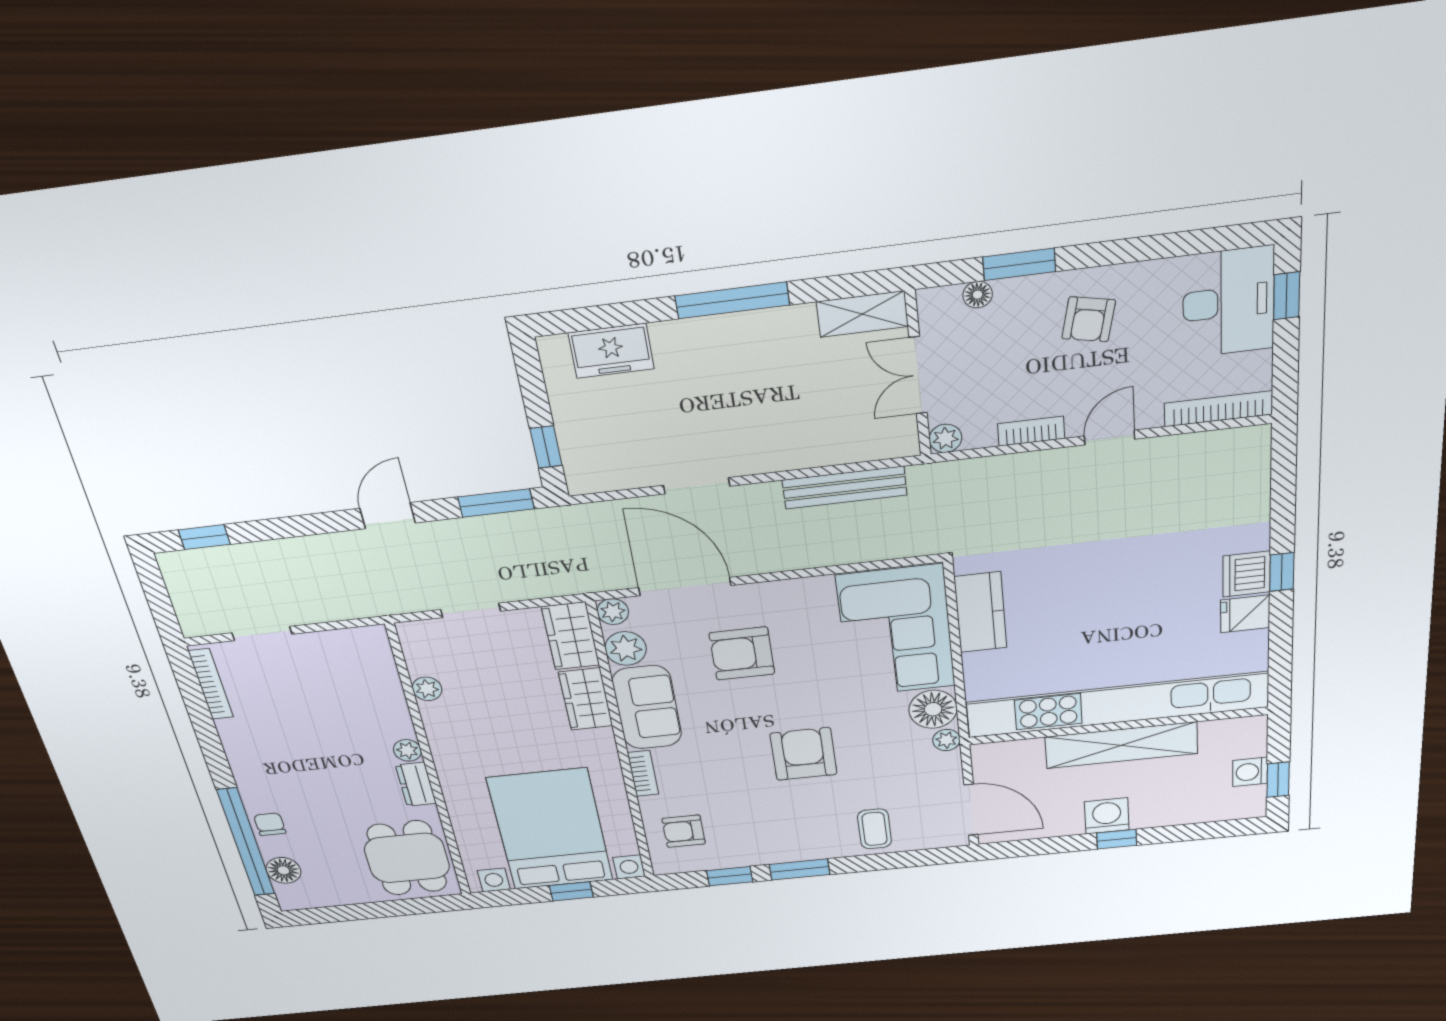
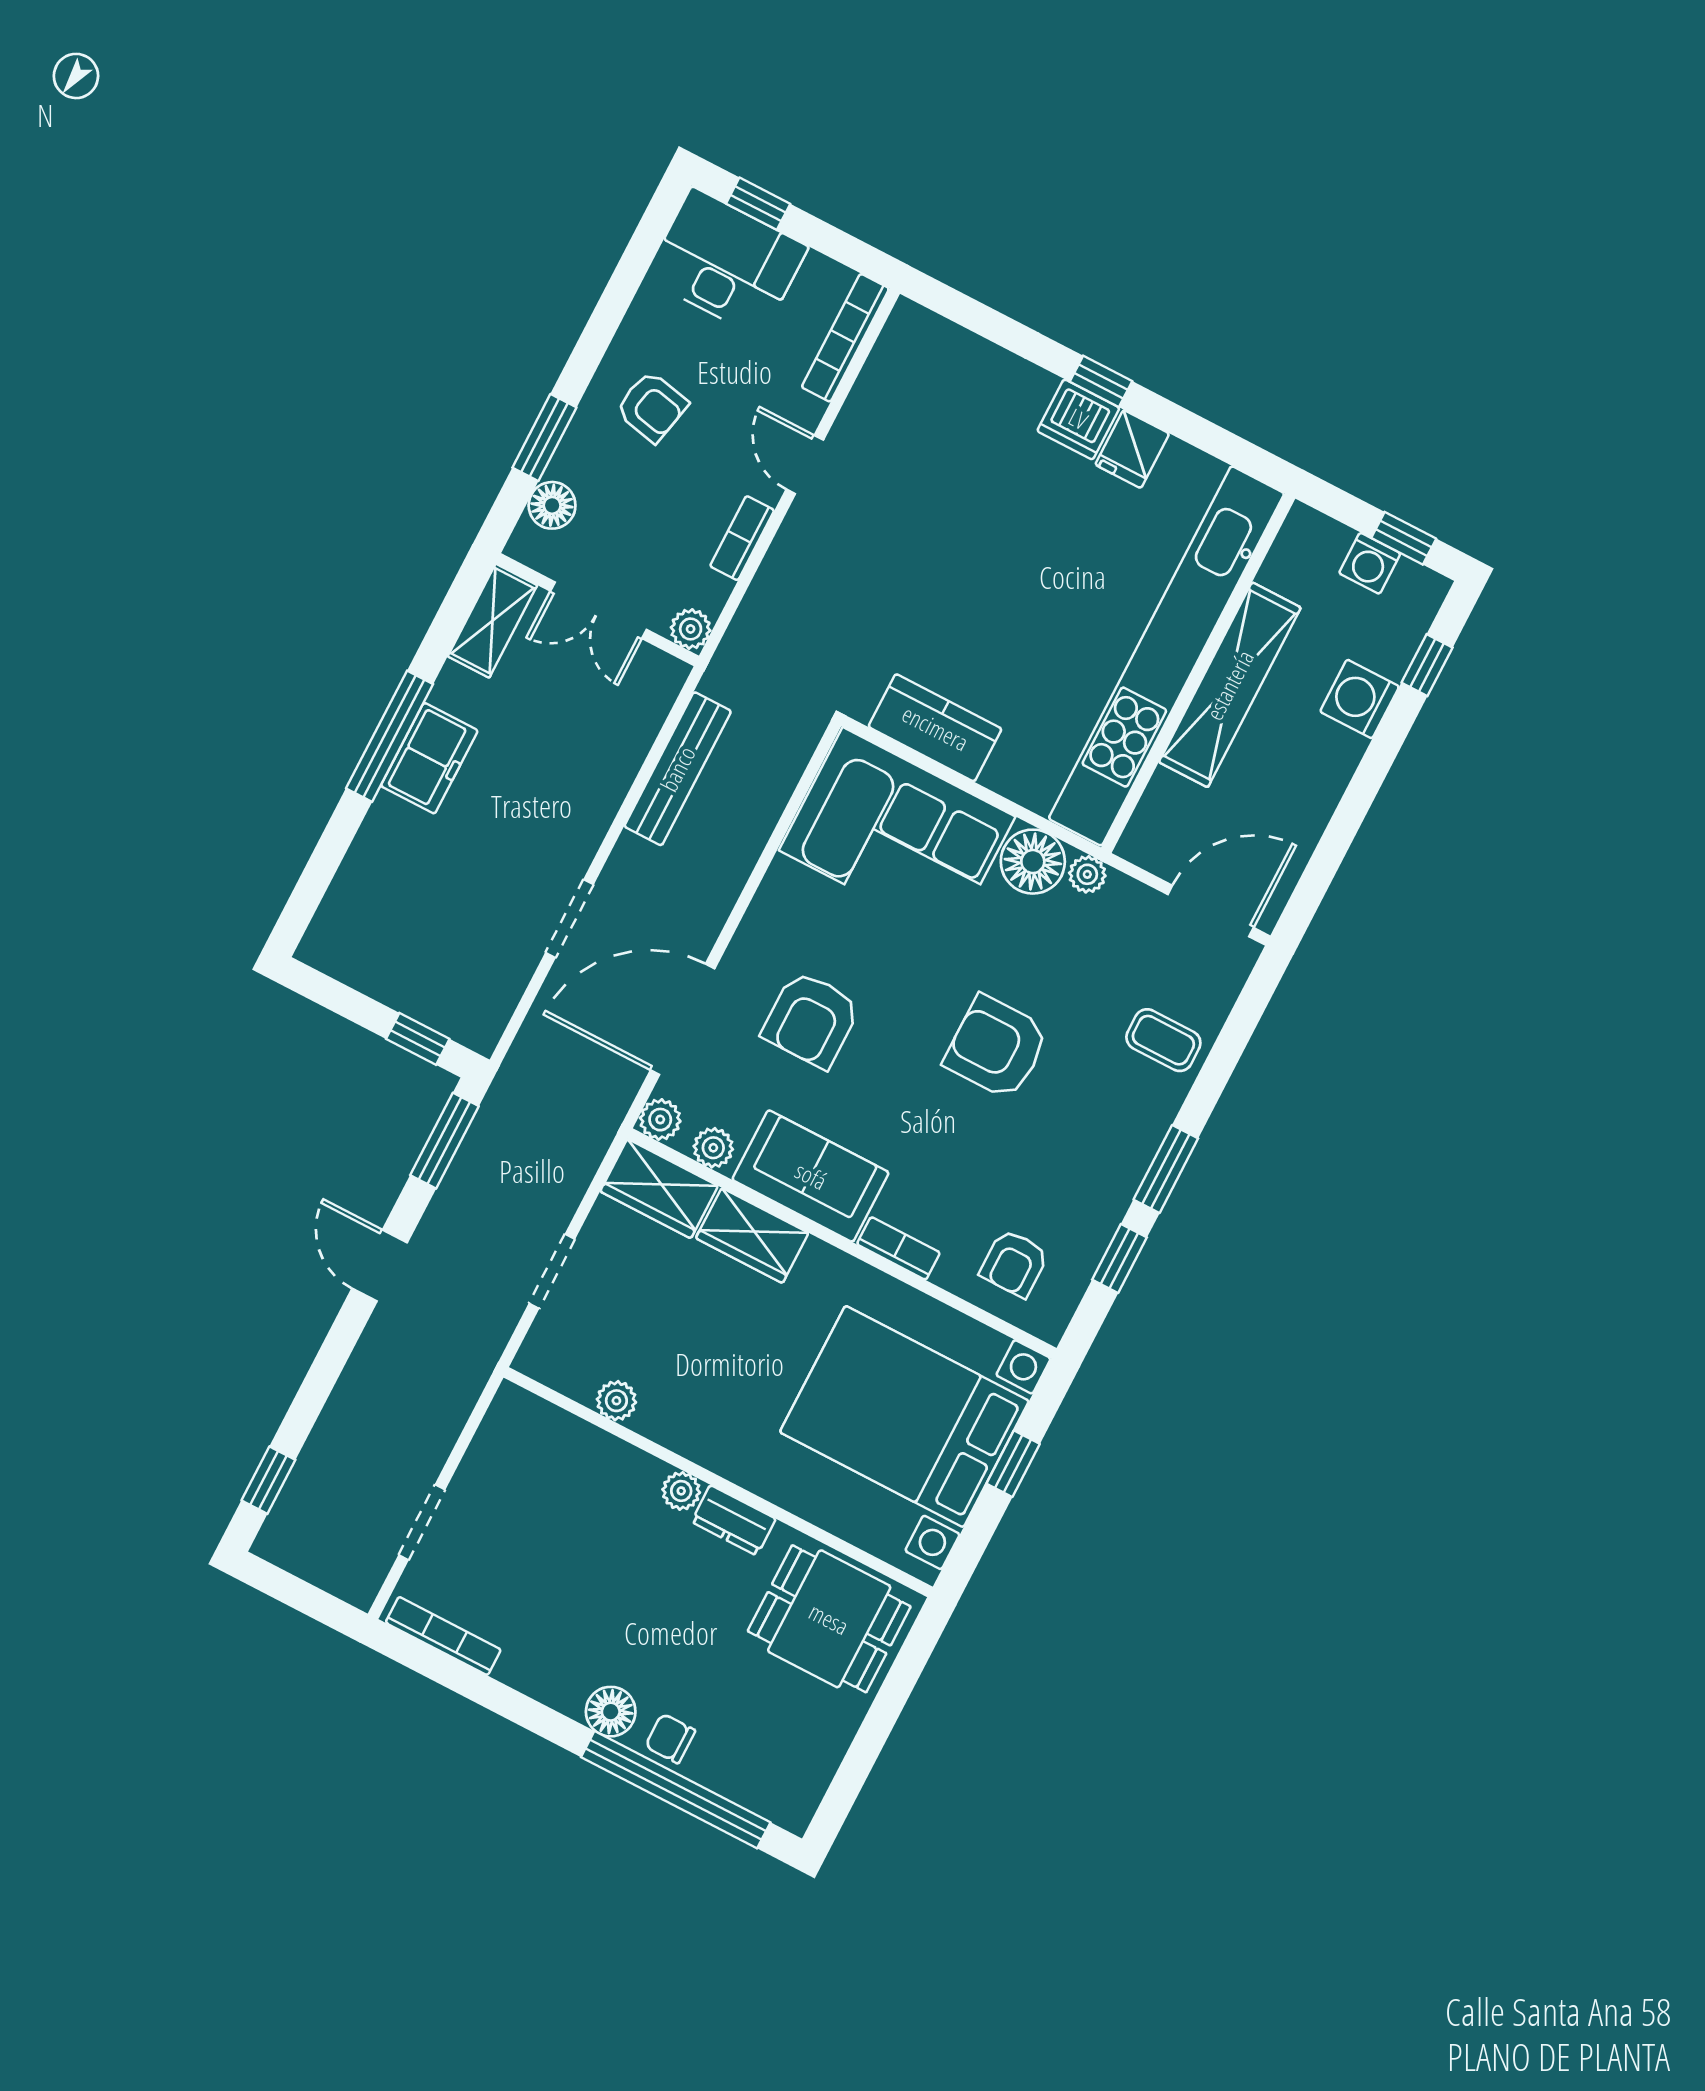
floor lamp: (978, 295) -> (552, 505), width x1.37, depth x1.37
freezer: (611, 351) -> (429, 758), moved
plant: (626, 648) -> (713, 1148), width x0.73, depth x0.73
washing machine: (1107, 816) -> (1360, 699), moved
window: (1117, 839) -> (1427, 665), moved
floor lamp: (283, 870) -> (611, 1712), moved

